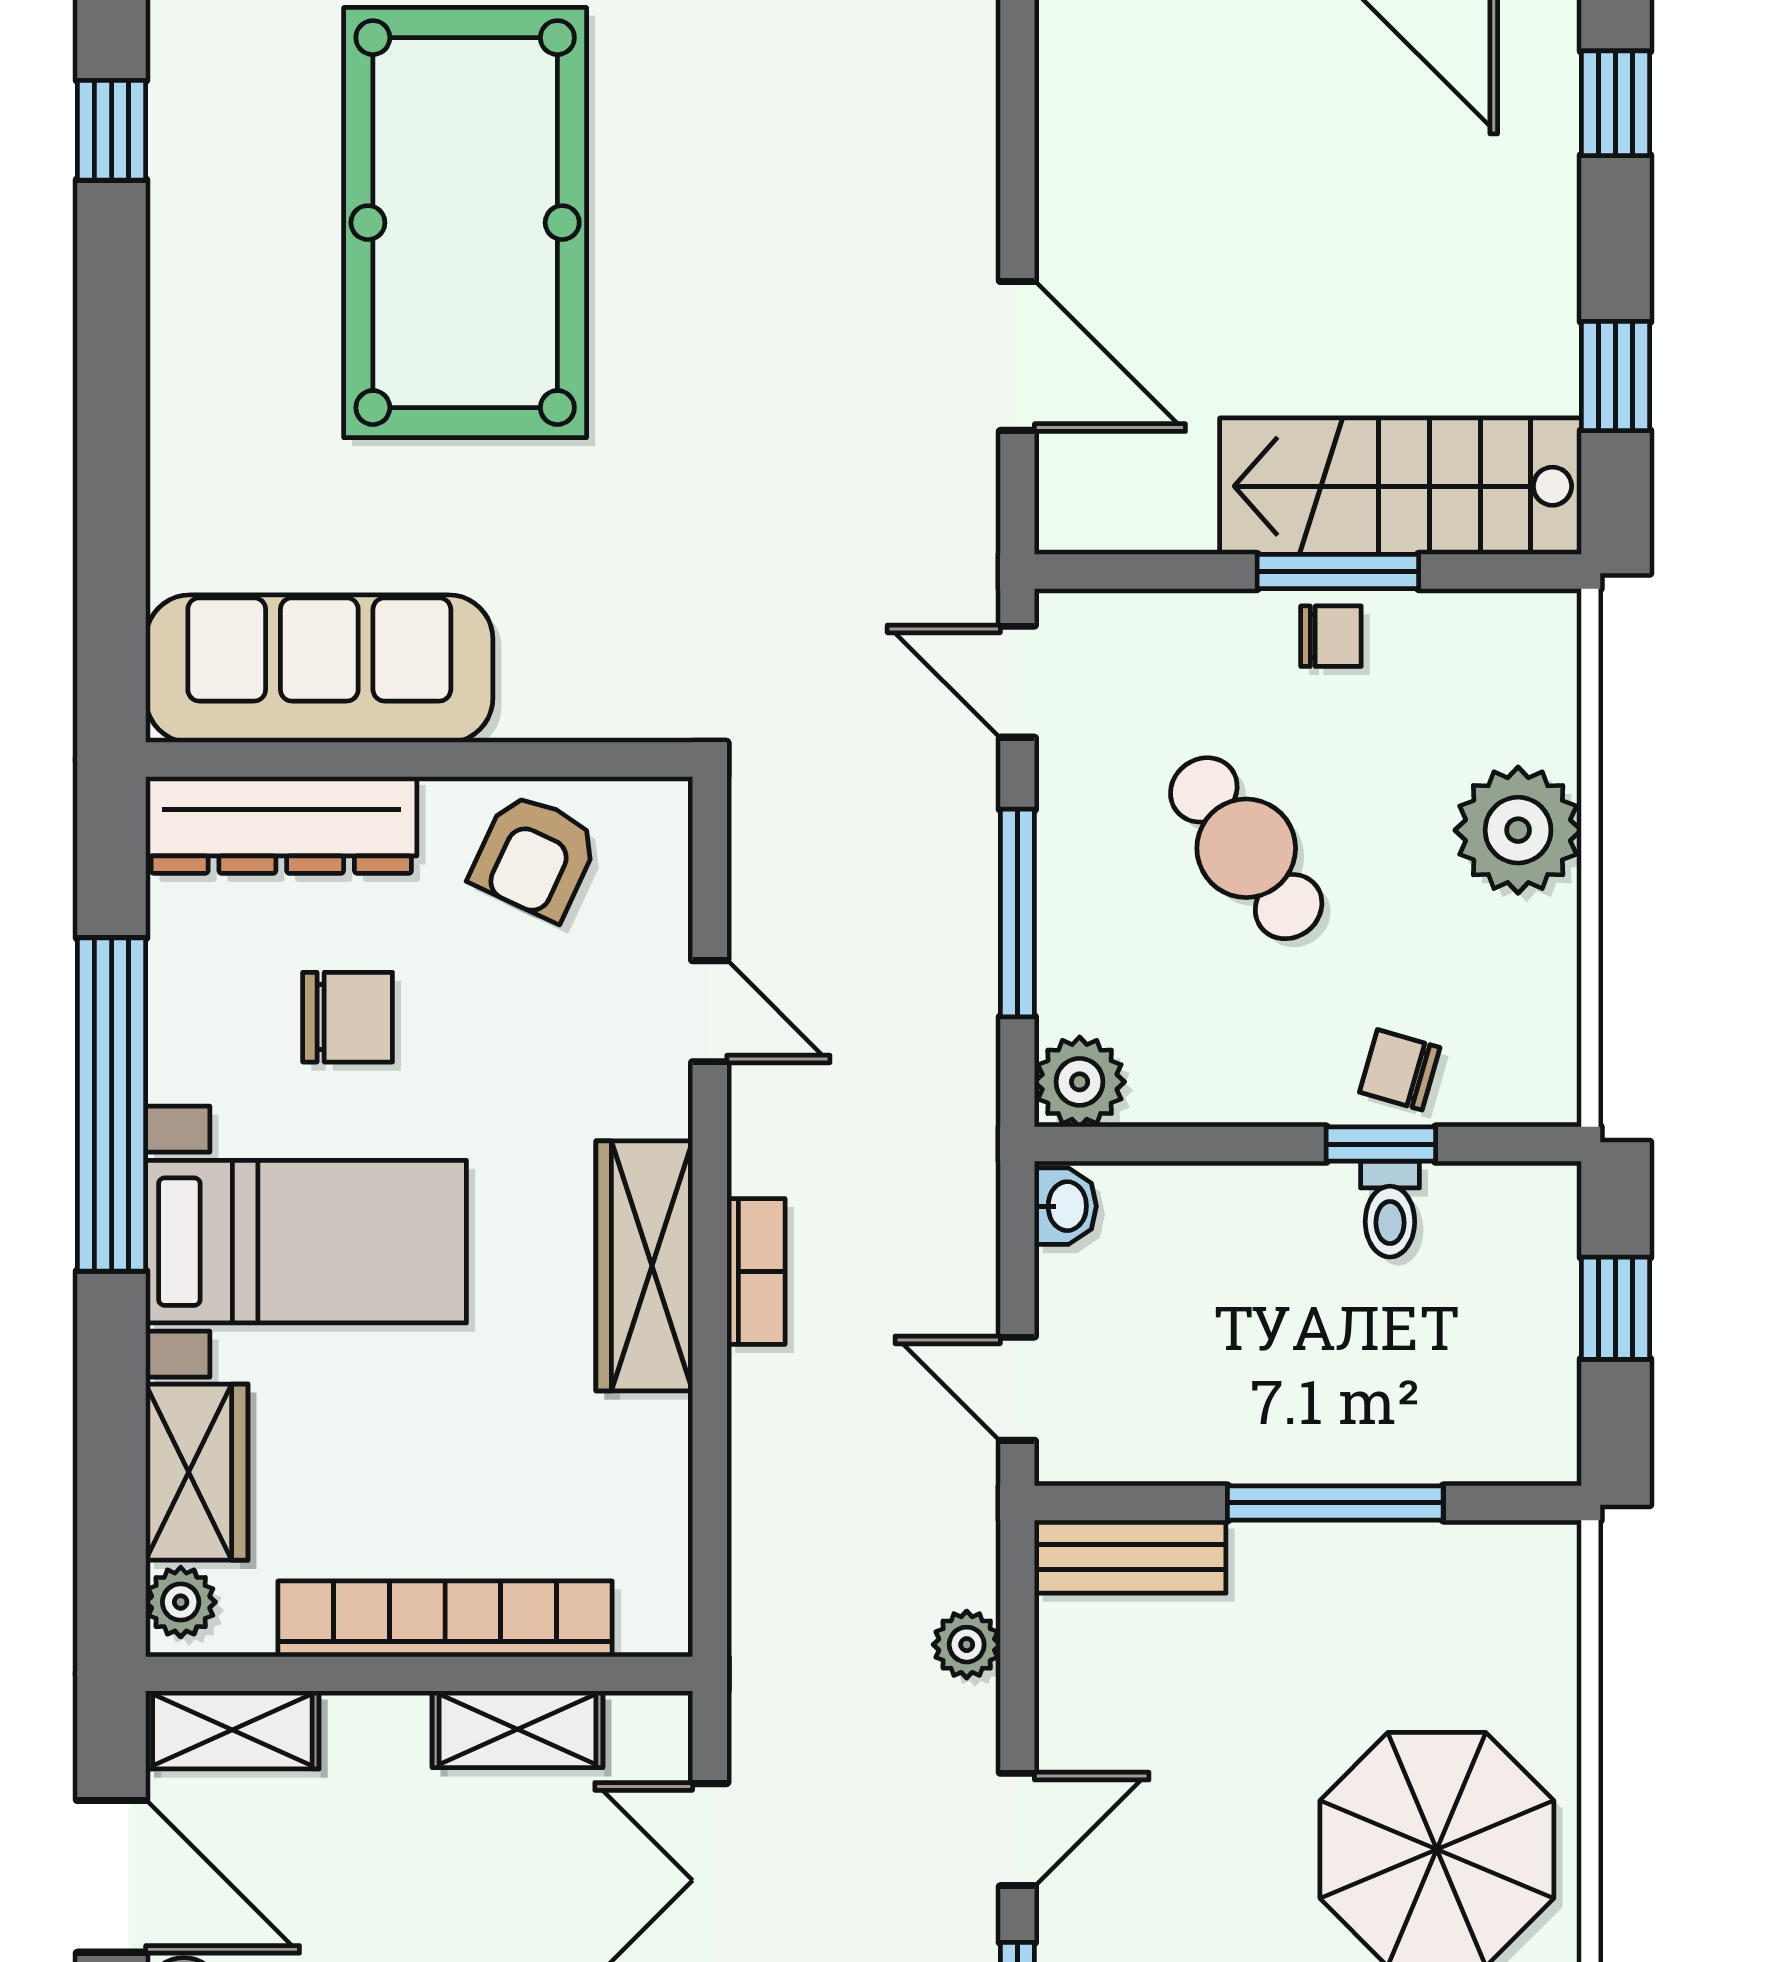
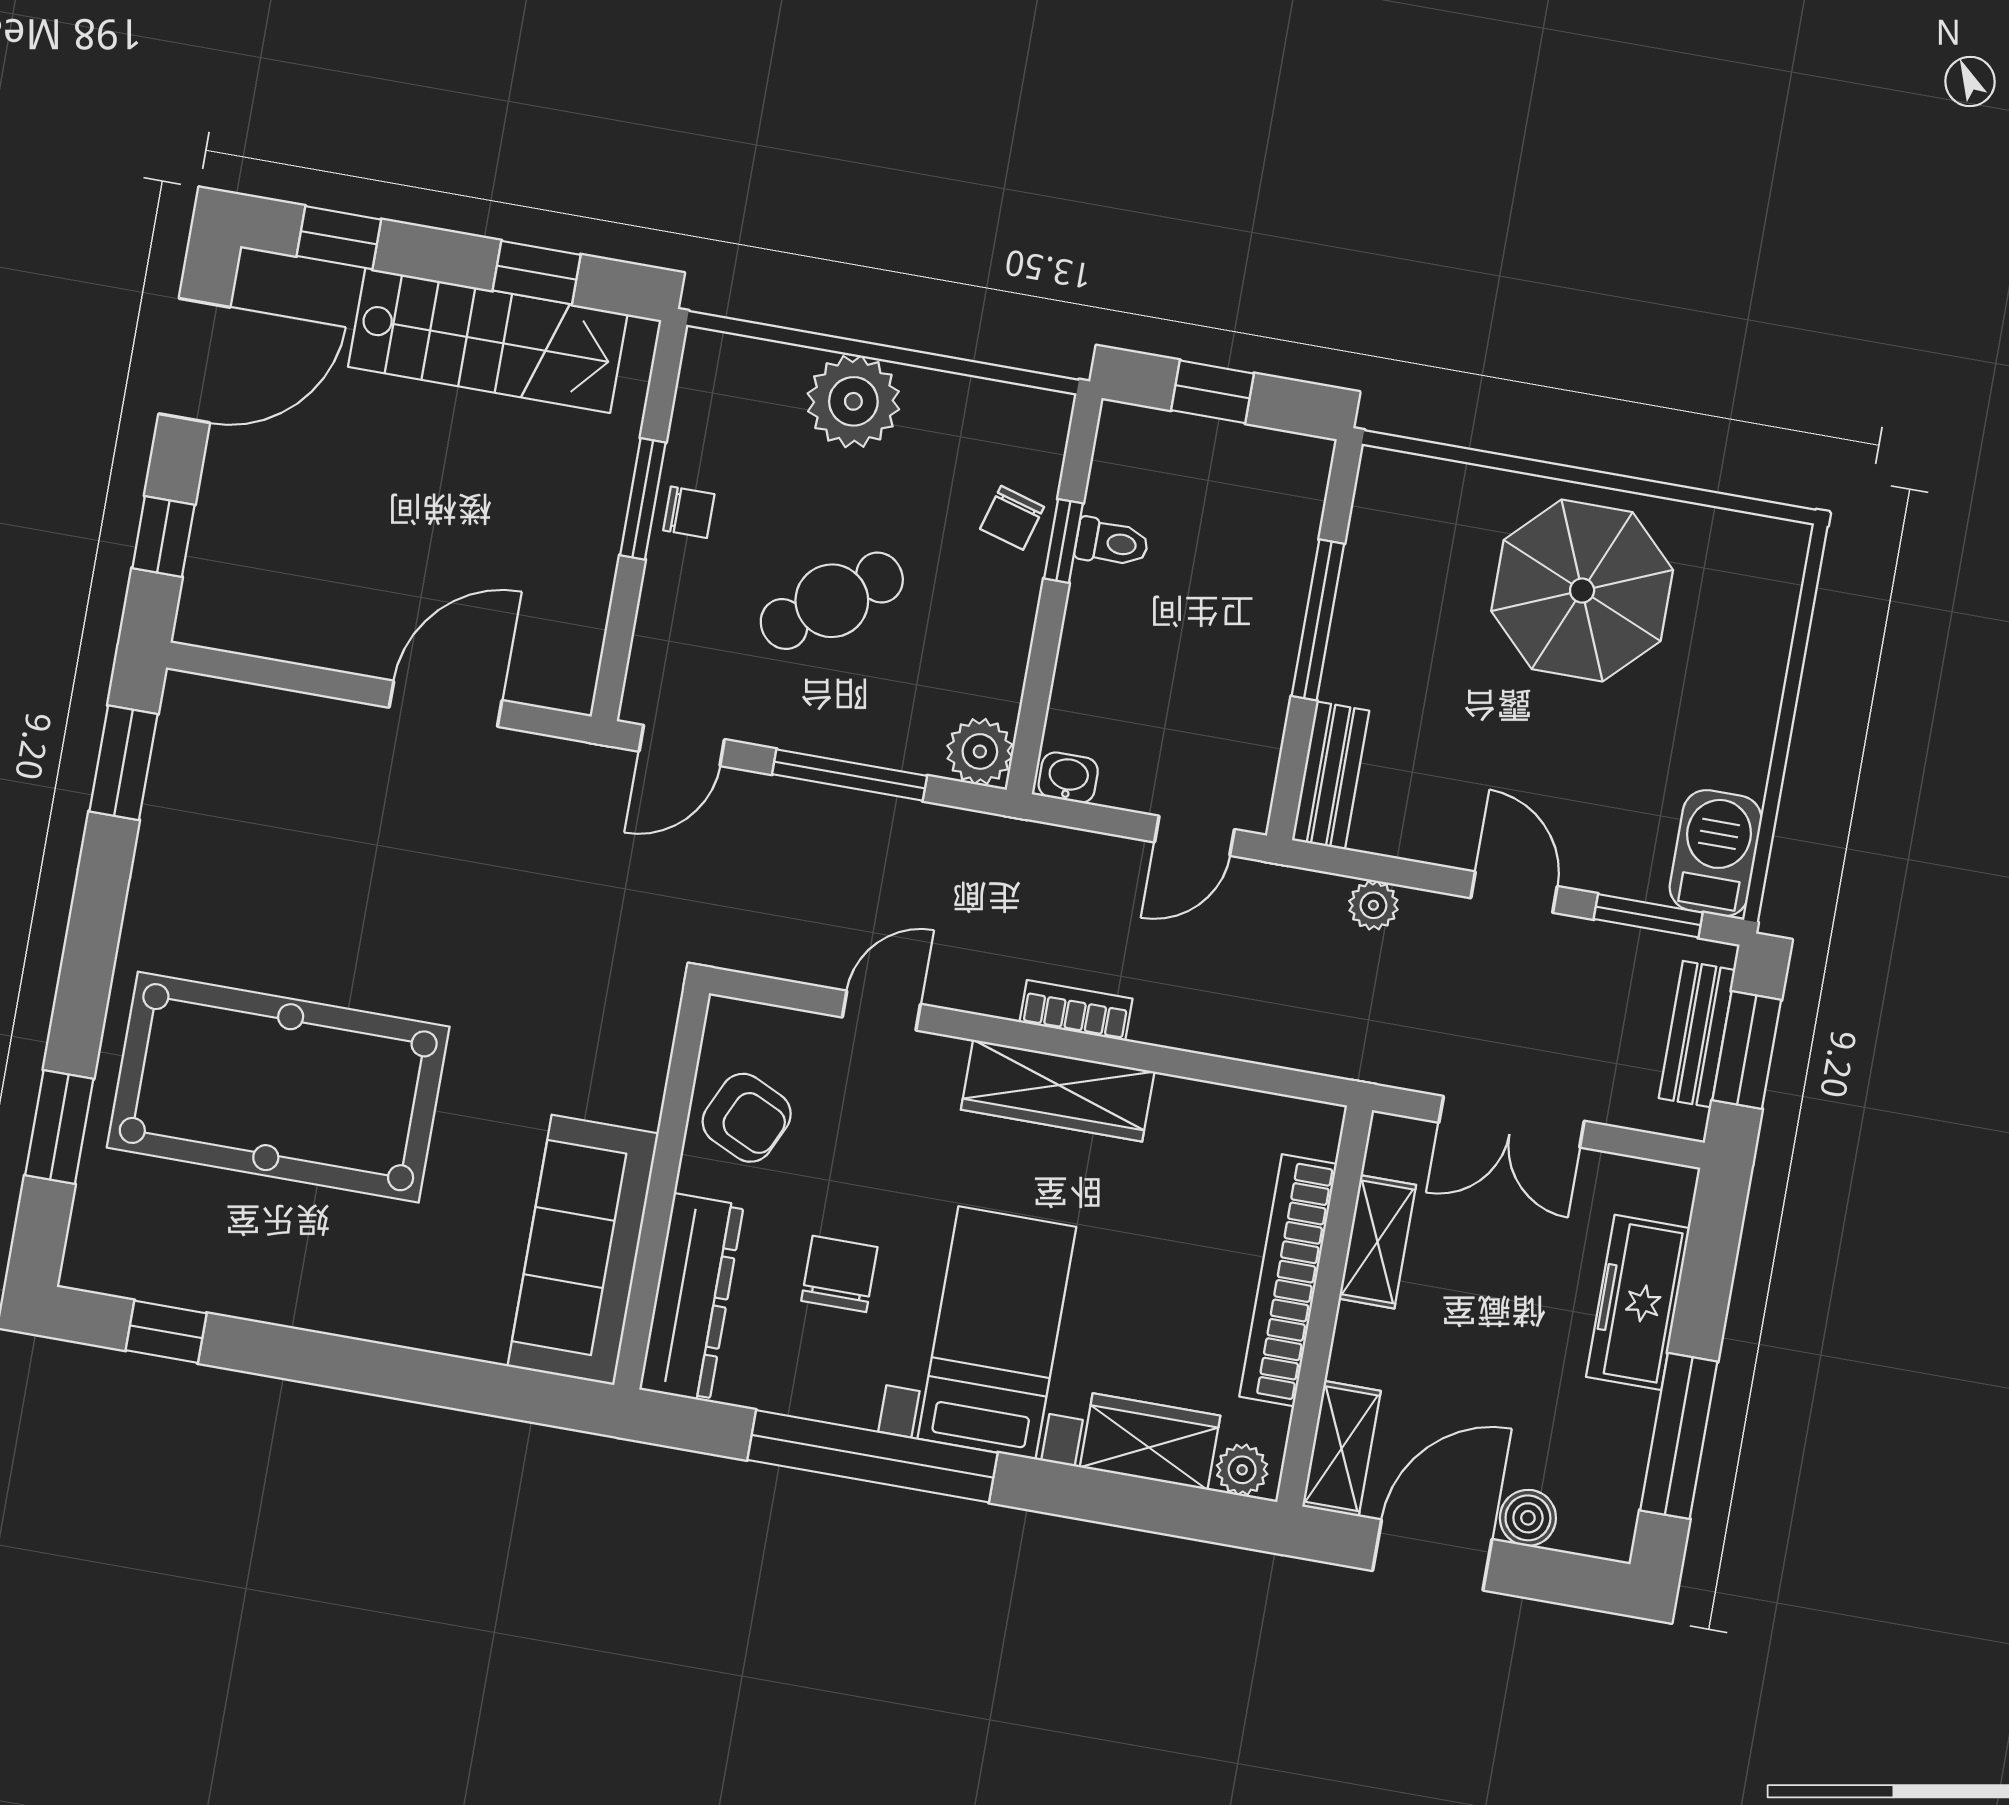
stairs: (1401, 486) -> (488, 341), moved, turned -90
chair: (1331, 636) -> (689, 512), turned 90

